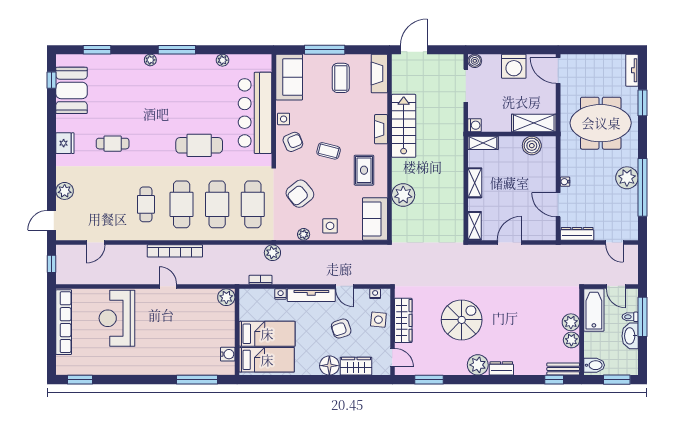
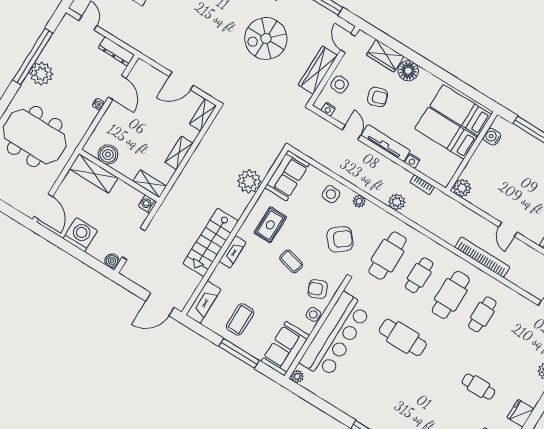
plant: (222, 60) -> (297, 377), moved
cafe table: (217, 204) -> (419, 275), width x0.73, depth x0.74

